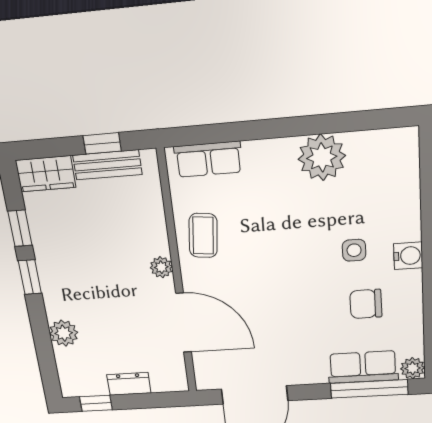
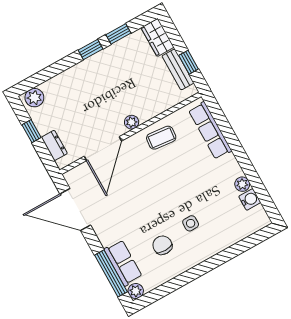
plant: (322, 157) -> (242, 184), width x0.53, depth x0.53
row of seats: (208, 159) -> (210, 131), width x1.48
water cooler: (408, 256) -> (250, 199), moved, turned -90
plant: (64, 333) -> (34, 98), moved
dresser: (129, 384) -> (54, 145), moved
window: (96, 403) -> (31, 131), moved

